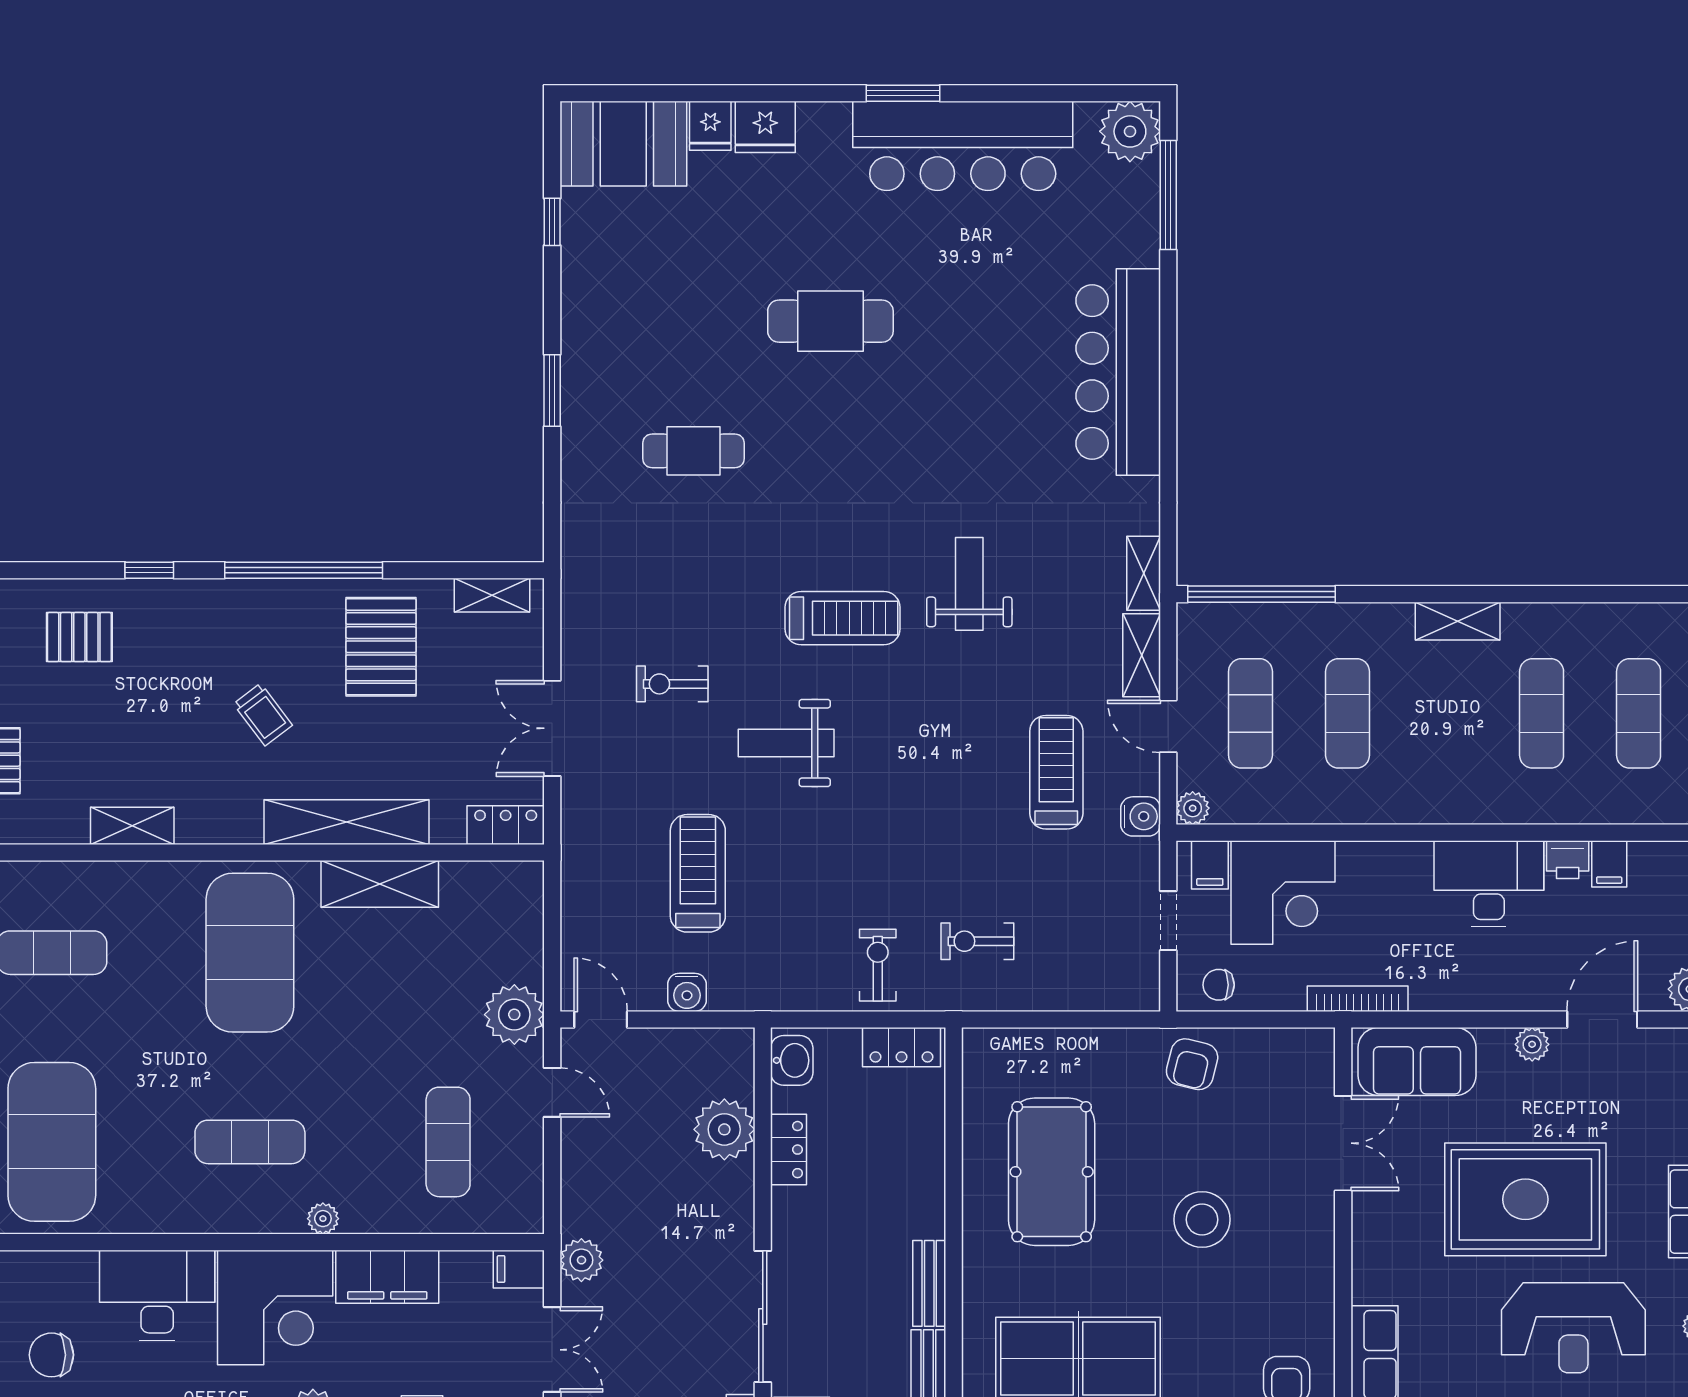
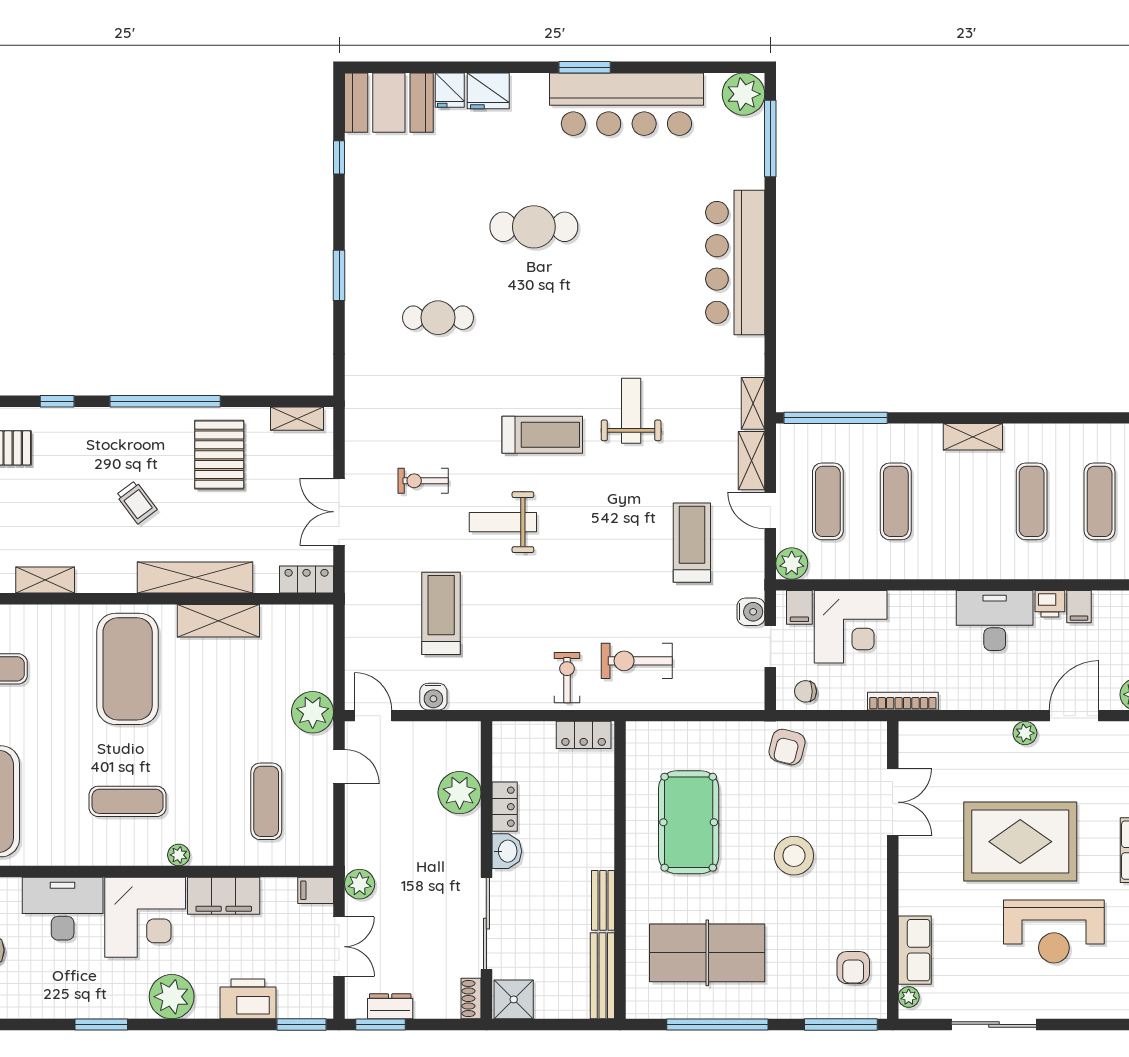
plant: (1193, 808) -> (792, 563), width x1.38, depth x1.38
water cooler: (1141, 816) -> (751, 612), moved
exercise bike: (977, 941) -> (637, 661), width x1.38, depth x1.39
washbasin: (792, 1060) -> (507, 851), moved
sofa: (1417, 1062) -> (944, 745), removed

